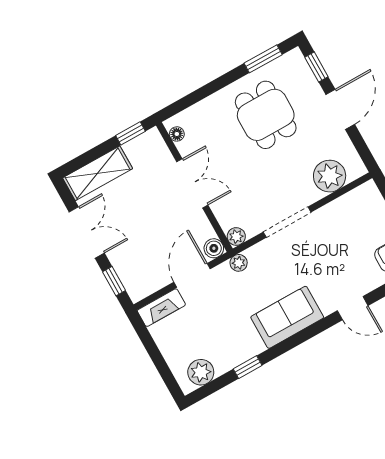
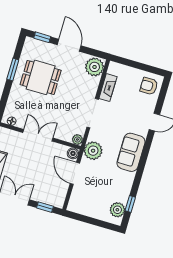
window: (263, 59) -> (13, 70), moved
plant: (330, 176) -> (95, 67), moved
plant: (239, 263) -> (93, 151), width x1.88, depth x1.88
fireplace: (161, 308) -> (108, 88), moved
window: (248, 367) -> (130, 204), moved

